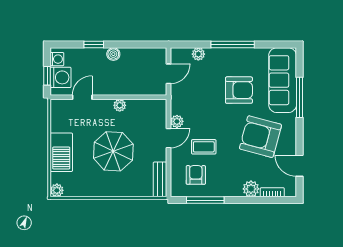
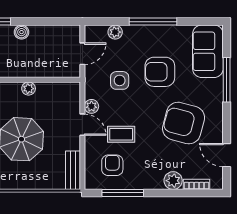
sofa: (283, 80) -> (208, 51), width x0.73
armchair: (239, 90) -> (160, 72), turned 180
side table: (202, 98) -> (120, 80), added
door: (169, 138) -> (82, 125), hinge flipped

